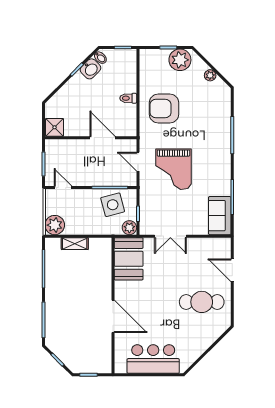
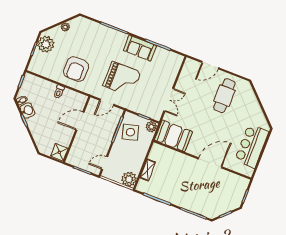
sofa: (220, 216) -> (140, 48), moved

